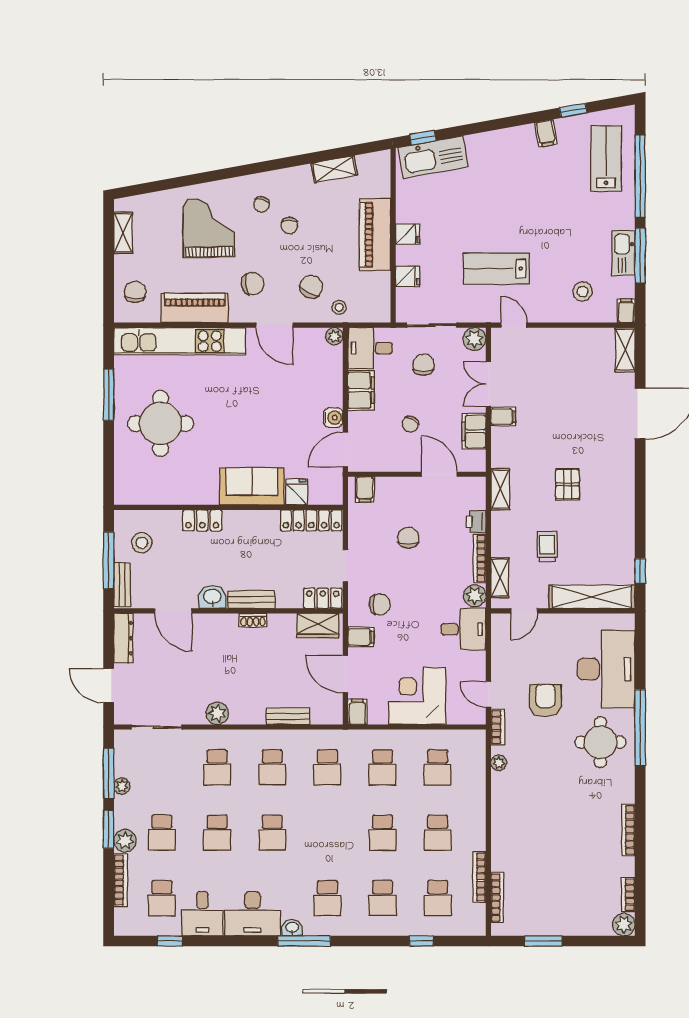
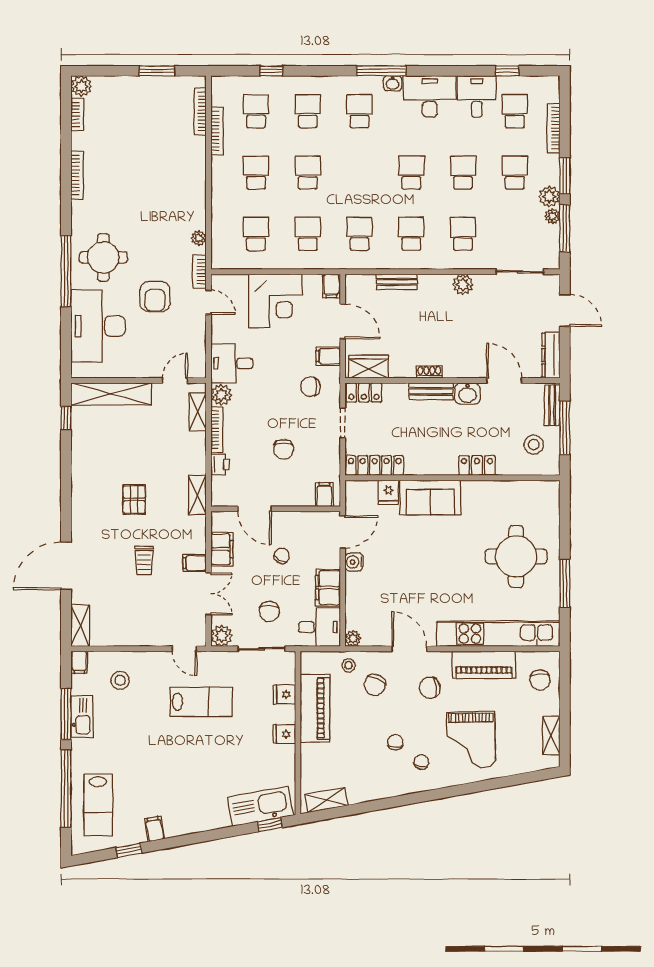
shelving: (334, 169) -> (326, 800), moved
piano: (375, 235) -> (315, 708), moved
trolley: (547, 547) -> (144, 561), moved
plant: (125, 841) -> (549, 197), moved

